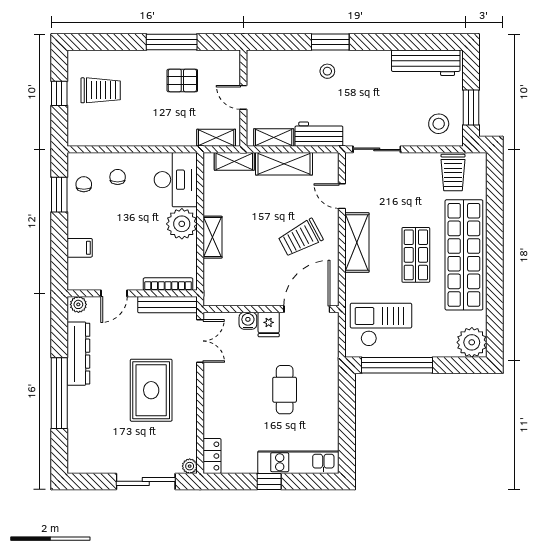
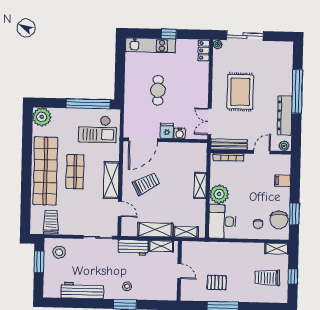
workbench: (426, 63) -> (82, 290), moved
shelving: (216, 138) -> (277, 249), moved
chair: (84, 184) -> (279, 220), width x1.87, depth x1.87

